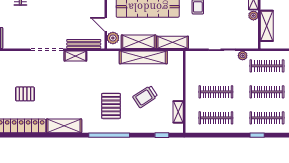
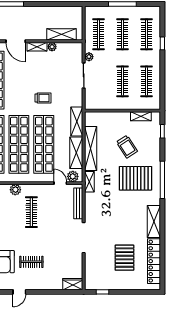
door: (106, 24) -> (60, 183), swing flipped
shelving: (75, 56) -> (89, 182), moved
pallet: (25, 94) -> (124, 258), width x1.50, depth x1.42
pallet: (111, 106) -> (135, 178), width x1.37, depth x1.41

